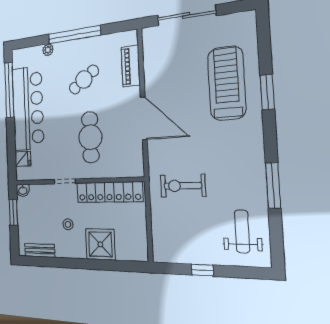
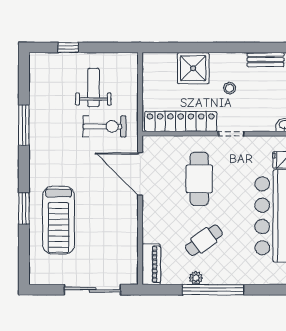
plant: (48, 50) -> (196, 278), moved
piano: (131, 66) -> (151, 264), moved
door: (144, 118) -> (140, 174), moved
weight bench: (242, 231) -> (93, 87), moved, turned 180
window: (202, 270) -> (68, 47), moved

